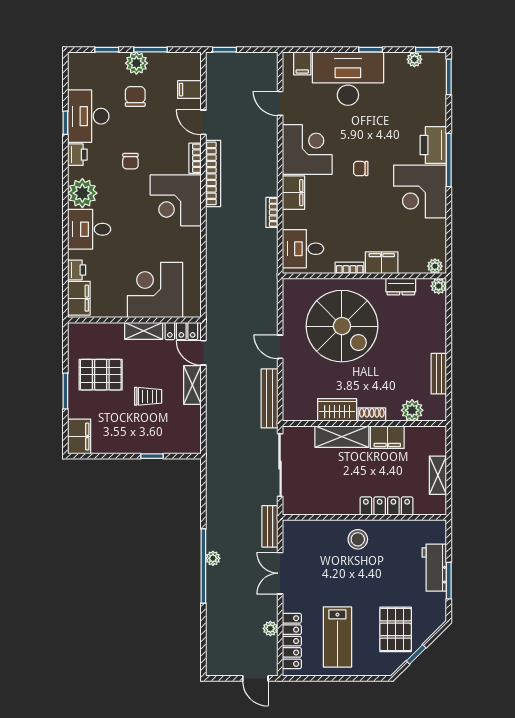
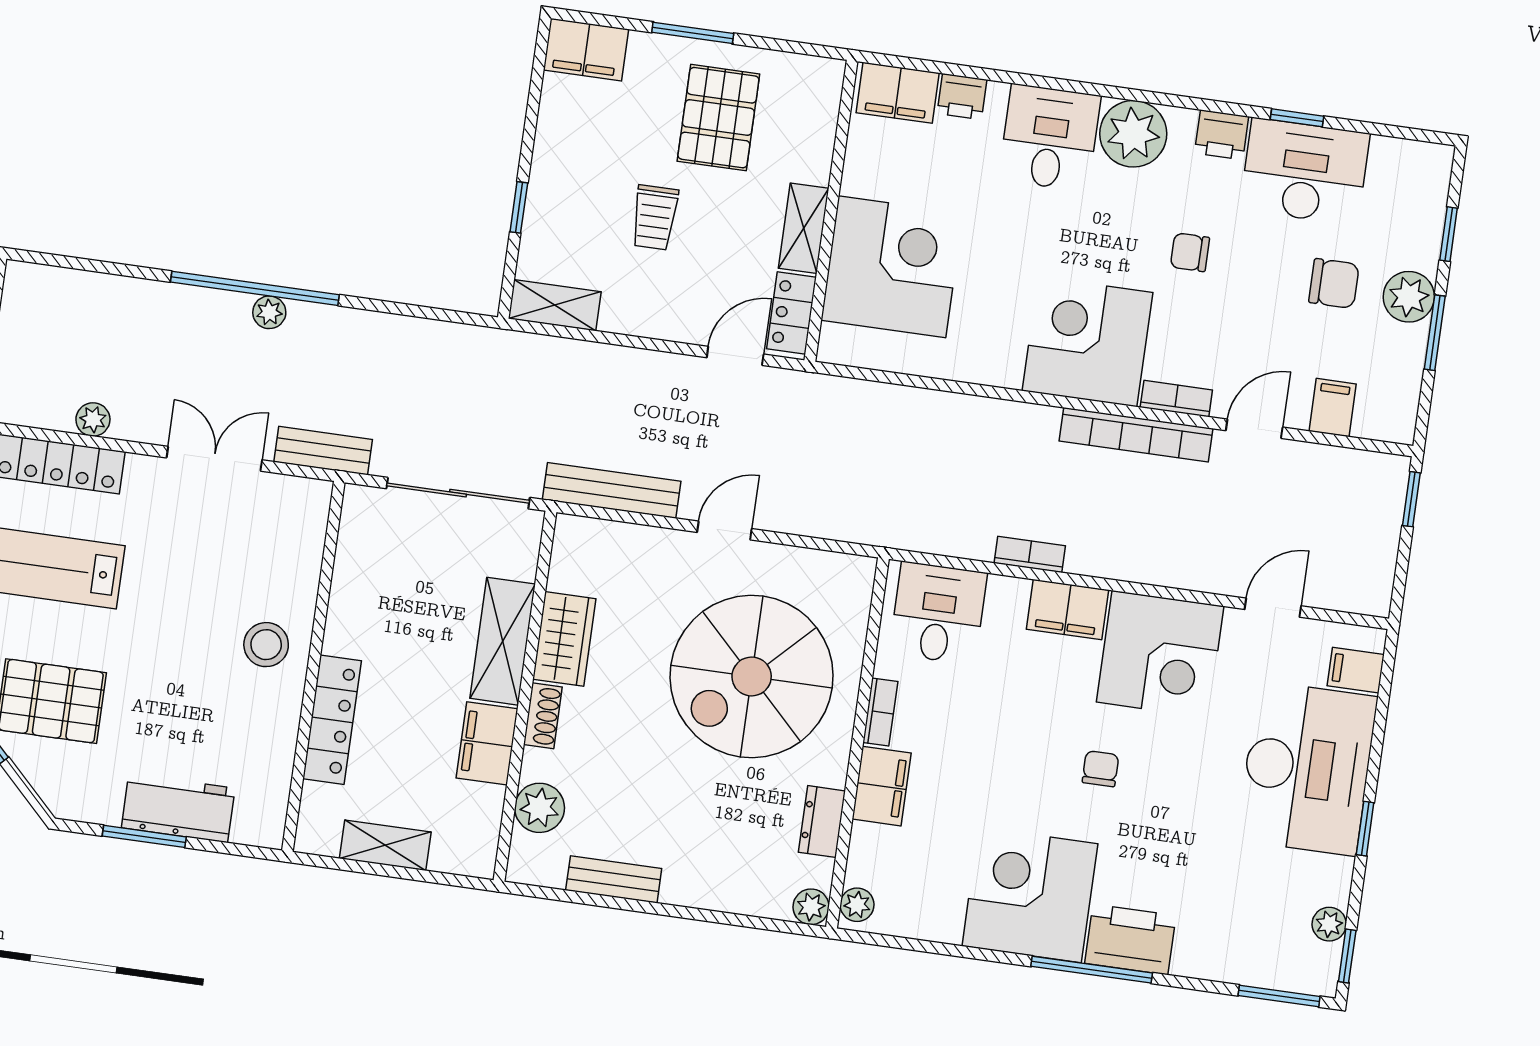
shelving: (192, 385) -> (555, 305), moved

